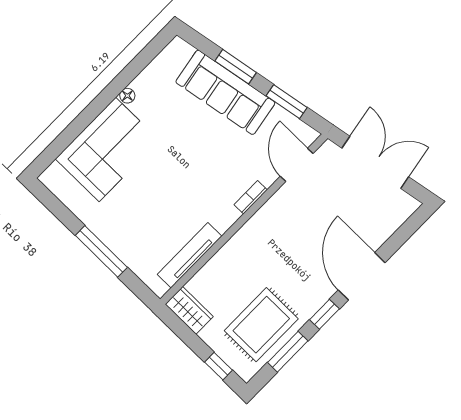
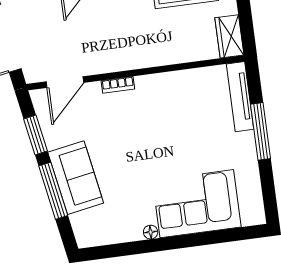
window: (236, 67) -> (53, 191), width x1.44
sofa: (225, 92) -> (76, 178), width x0.73
tv unit: (190, 255) -> (240, 97), moved, turned 90

